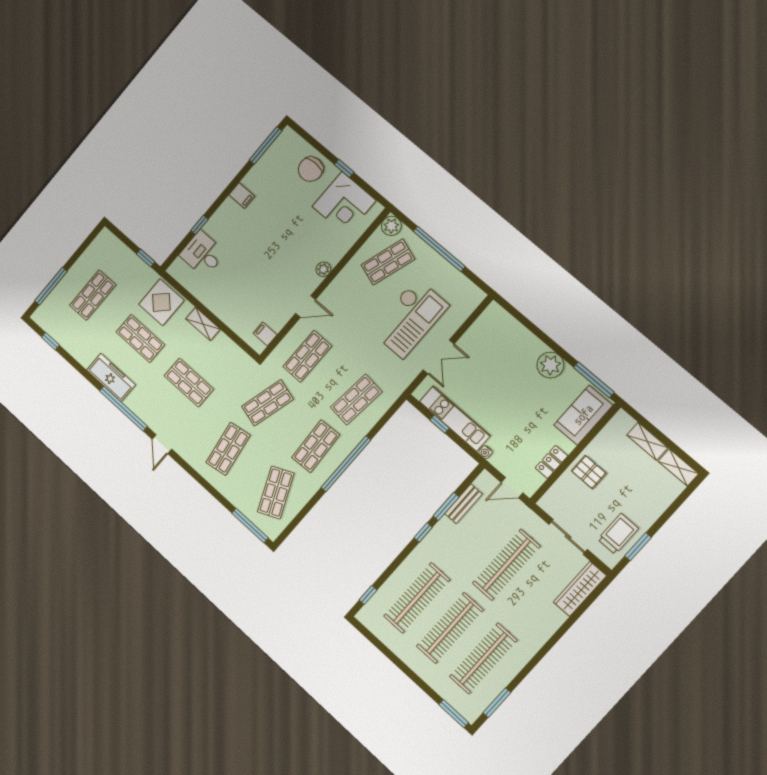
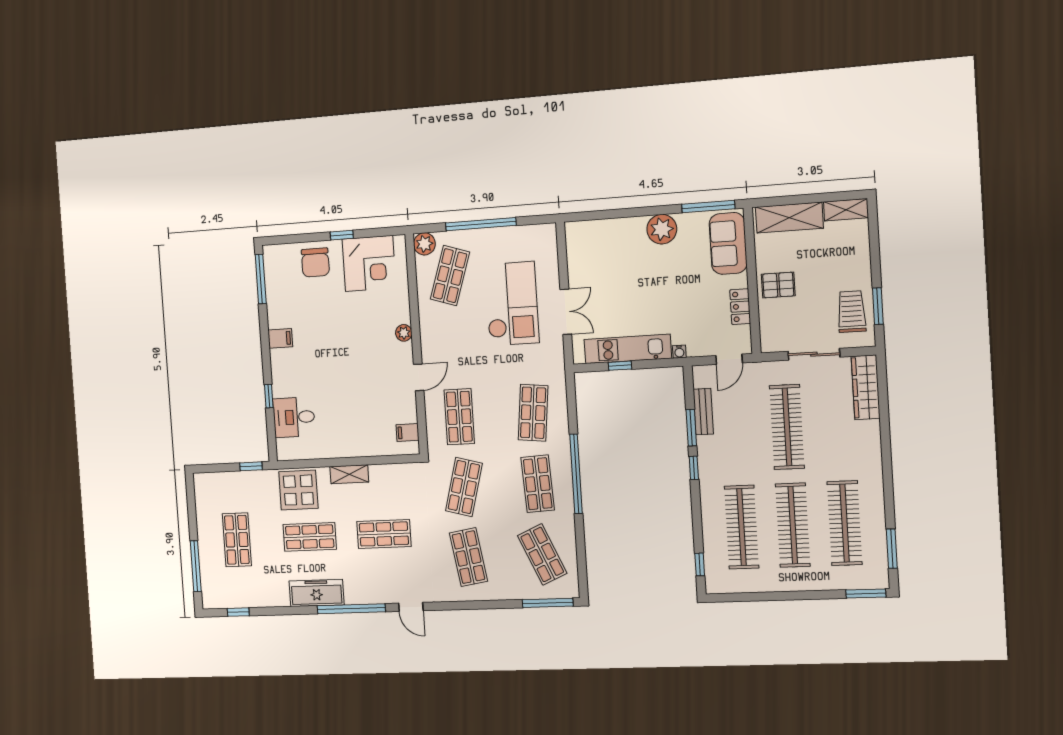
shelving: (647, 441) -> (789, 218), width x1.50, depth x1.33

